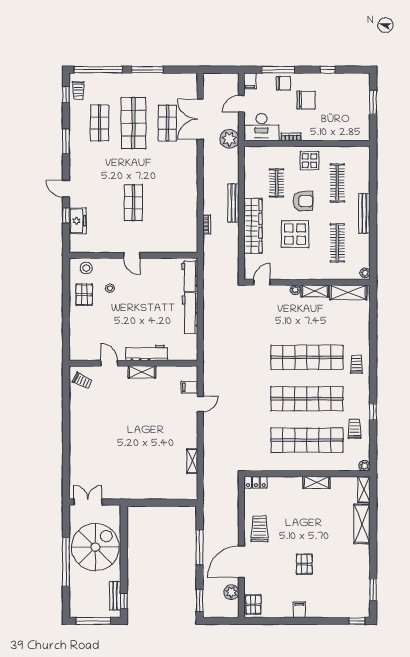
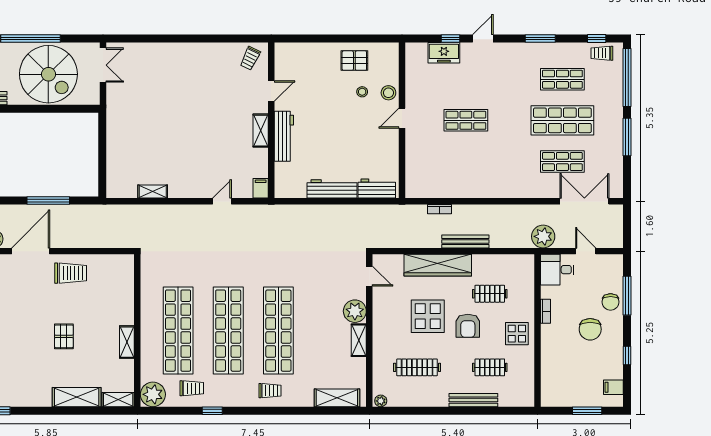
filing cabinet: (250, 81) -> (613, 387), moved
double door: (200, 119) -> (584, 201), moved
desk: (261, 127) -> (557, 270), width x0.73
clothes rail: (337, 183) -> (490, 367), width x0.73
bench: (364, 213) -> (473, 400), moved
stool: (86, 268) -> (388, 93), moved
plant: (295, 290) -> (355, 311), width x1.88, depth x1.88
shelving: (348, 292) -> (337, 398), moved, turned 90
filing cabinet: (190, 387) -> (261, 188), moved
door: (200, 404) -> (222, 201), swing flipped
plant: (364, 466) -> (153, 394), width x1.88, depth x1.88
locker: (256, 482) -> (127, 269), removed
door: (241, 562) -> (31, 251), hinge flipped
pallet: (304, 564) -> (64, 336), moved, turned 90

